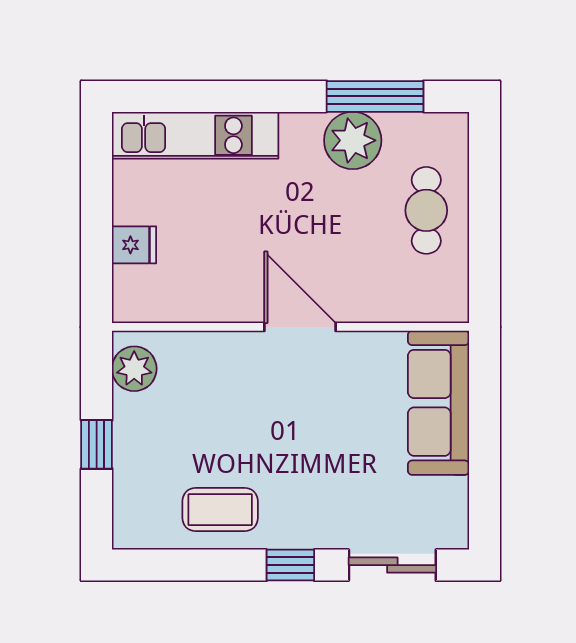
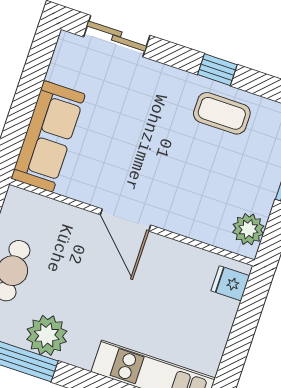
fridge: (134, 245) -> (230, 283), moved
window: (290, 565) -> (217, 70), moved

